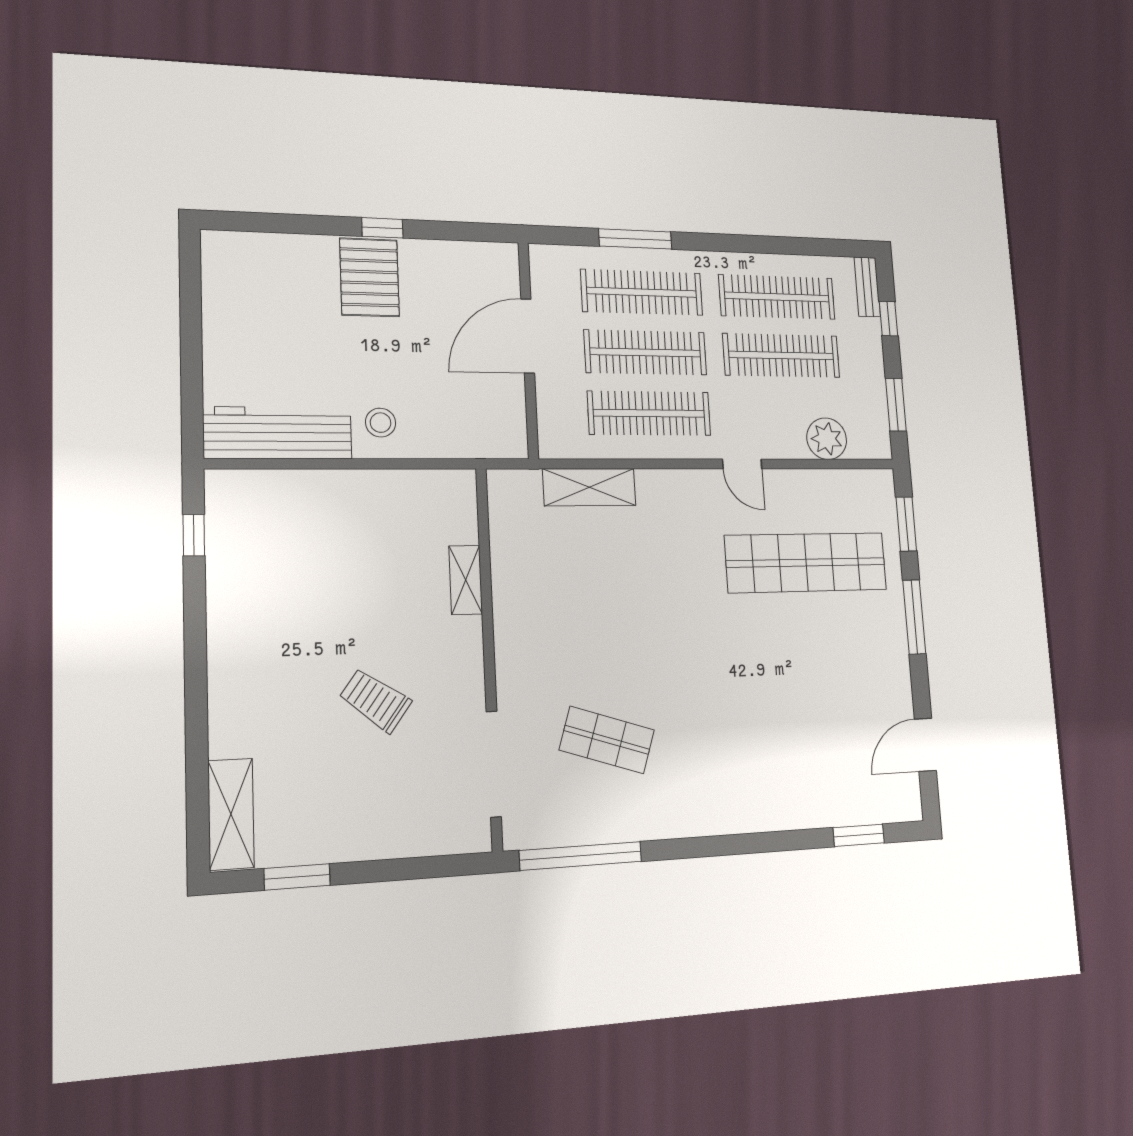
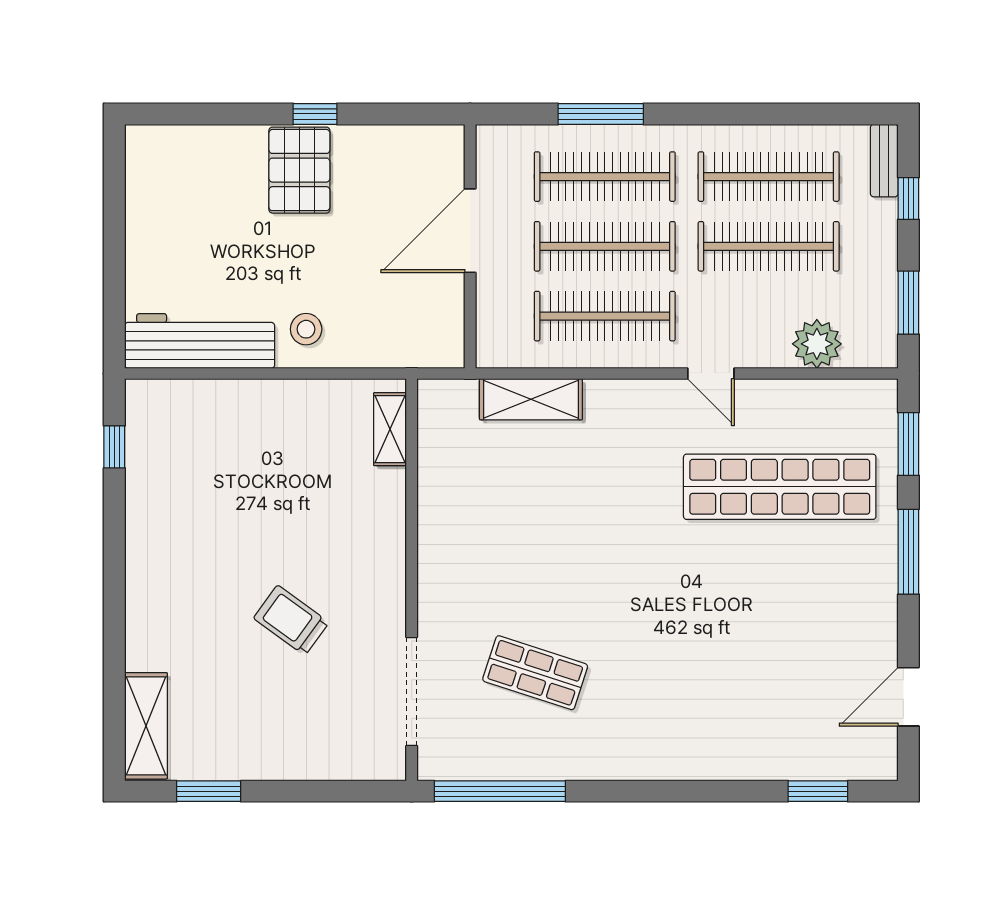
shelving: (466, 580) -> (390, 429), moved

